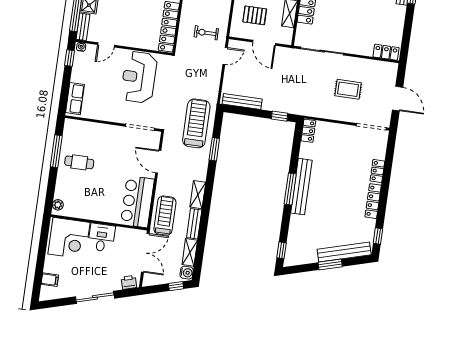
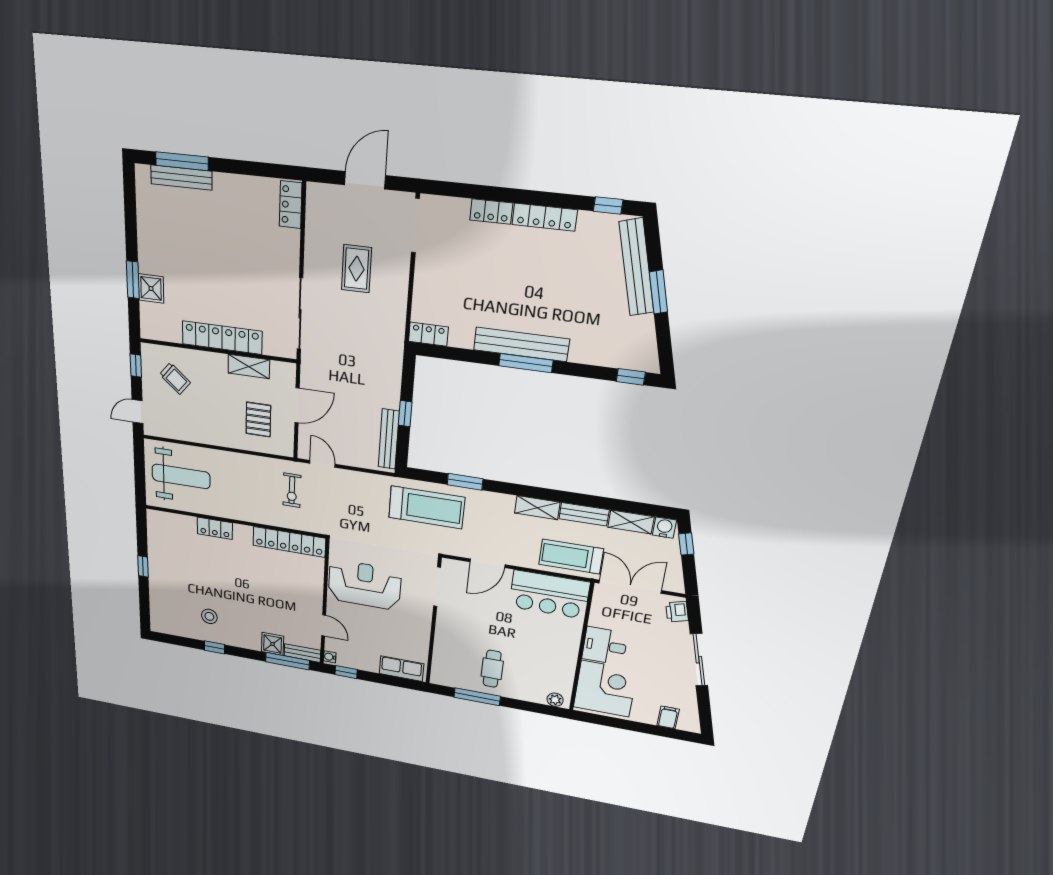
reception desk: (139, 77) -> (365, 585), turned 180
window: (279, 116) -> (405, 414), moved
treadmill: (196, 123) -> (427, 507), turned 180

